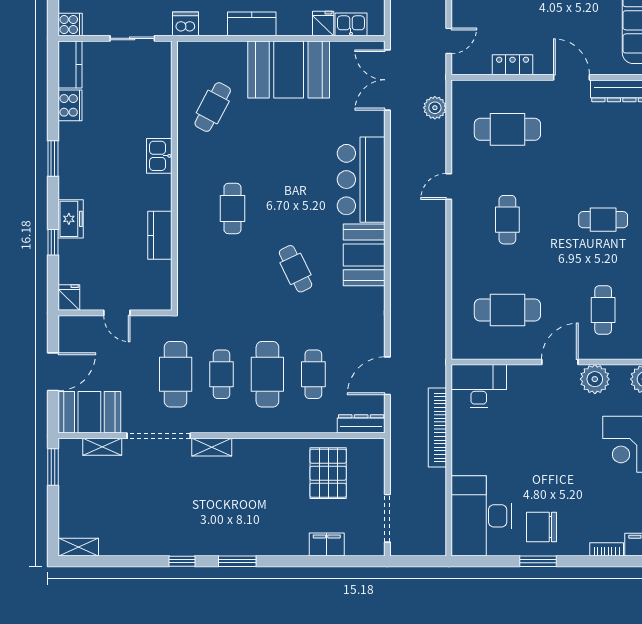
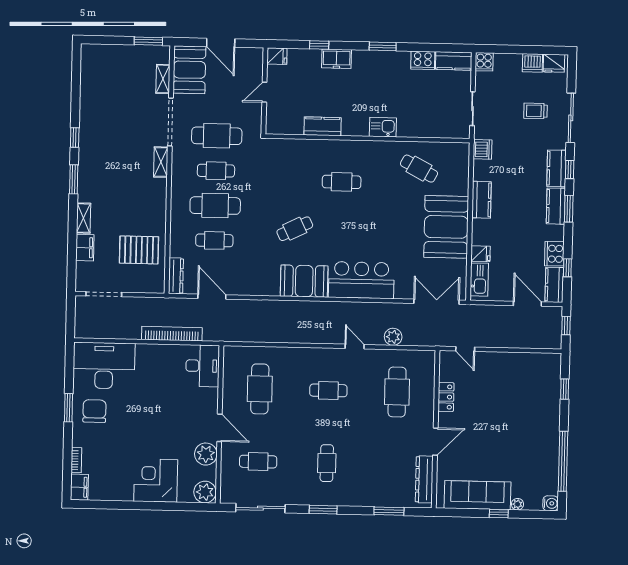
kitchen sink: (351, 24) -> (479, 280), width x1.38
plant: (435, 108) -> (393, 337), moved
shelving: (79, 547) -> (84, 218), moved

